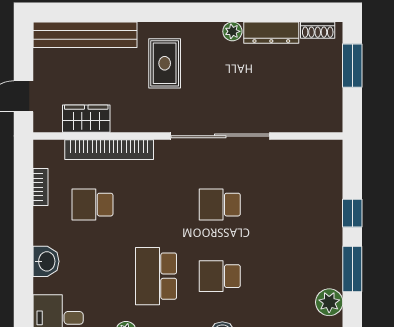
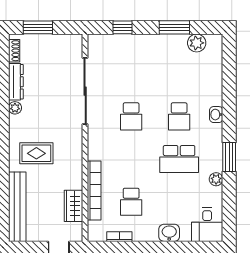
sliding door: (220, 136) -> (85, 91), moved
window: (352, 213) -> (122, 27), moved

